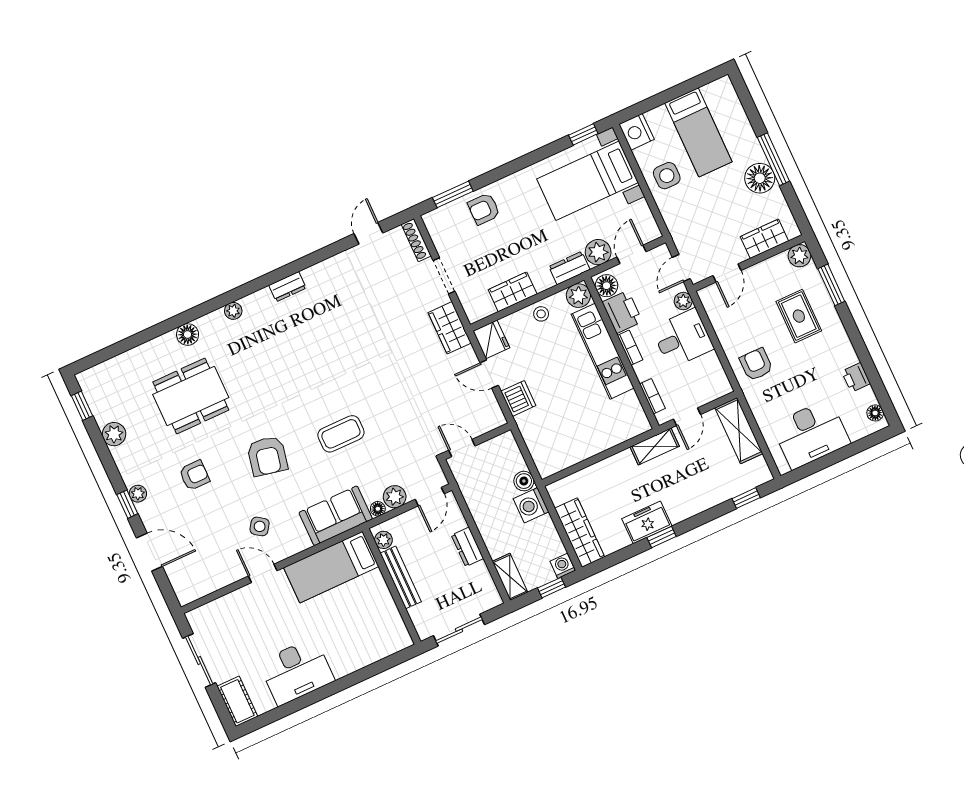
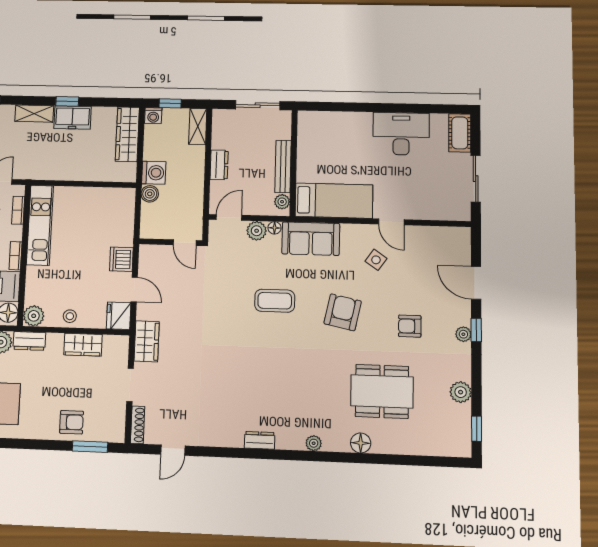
kitchen unit: (603, 351) -> (40, 225), moved
shelving: (655, 446) -> (34, 114), moved

